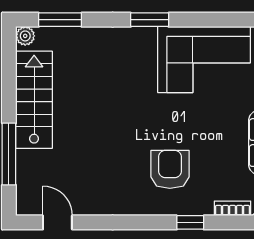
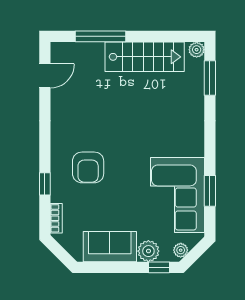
window: (150, 20) -> (210, 191), moved
armchair: (170, 169) -> (88, 167), turned 90

